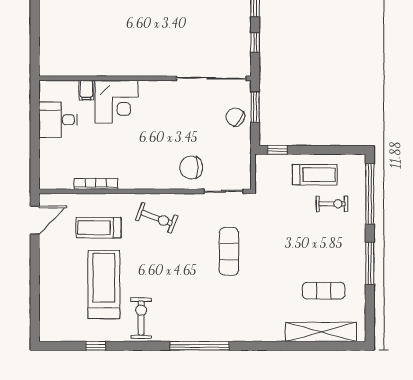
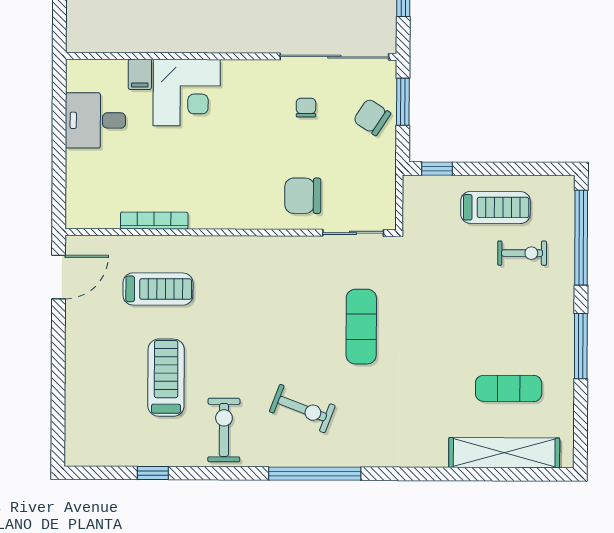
chair: (193, 111) -> (306, 108), added
exercise bike: (157, 218) -> (302, 409), moved
treadmill: (98, 228) -> (158, 289), turned 180
treadmill: (104, 285) -> (166, 378), width x0.73, depth x0.73

